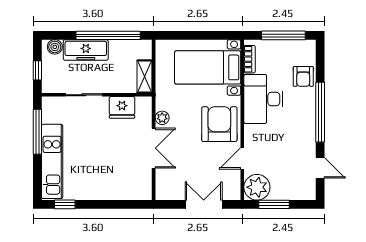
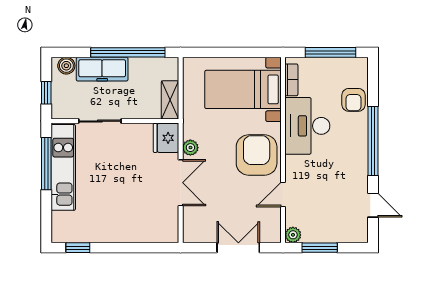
fridge: (122, 107) -> (166, 138), moved, turned 90
kitchen unit: (52, 161) -> (63, 167), moved
plant: (257, 187) -> (293, 235), width x0.53, depth x0.53

